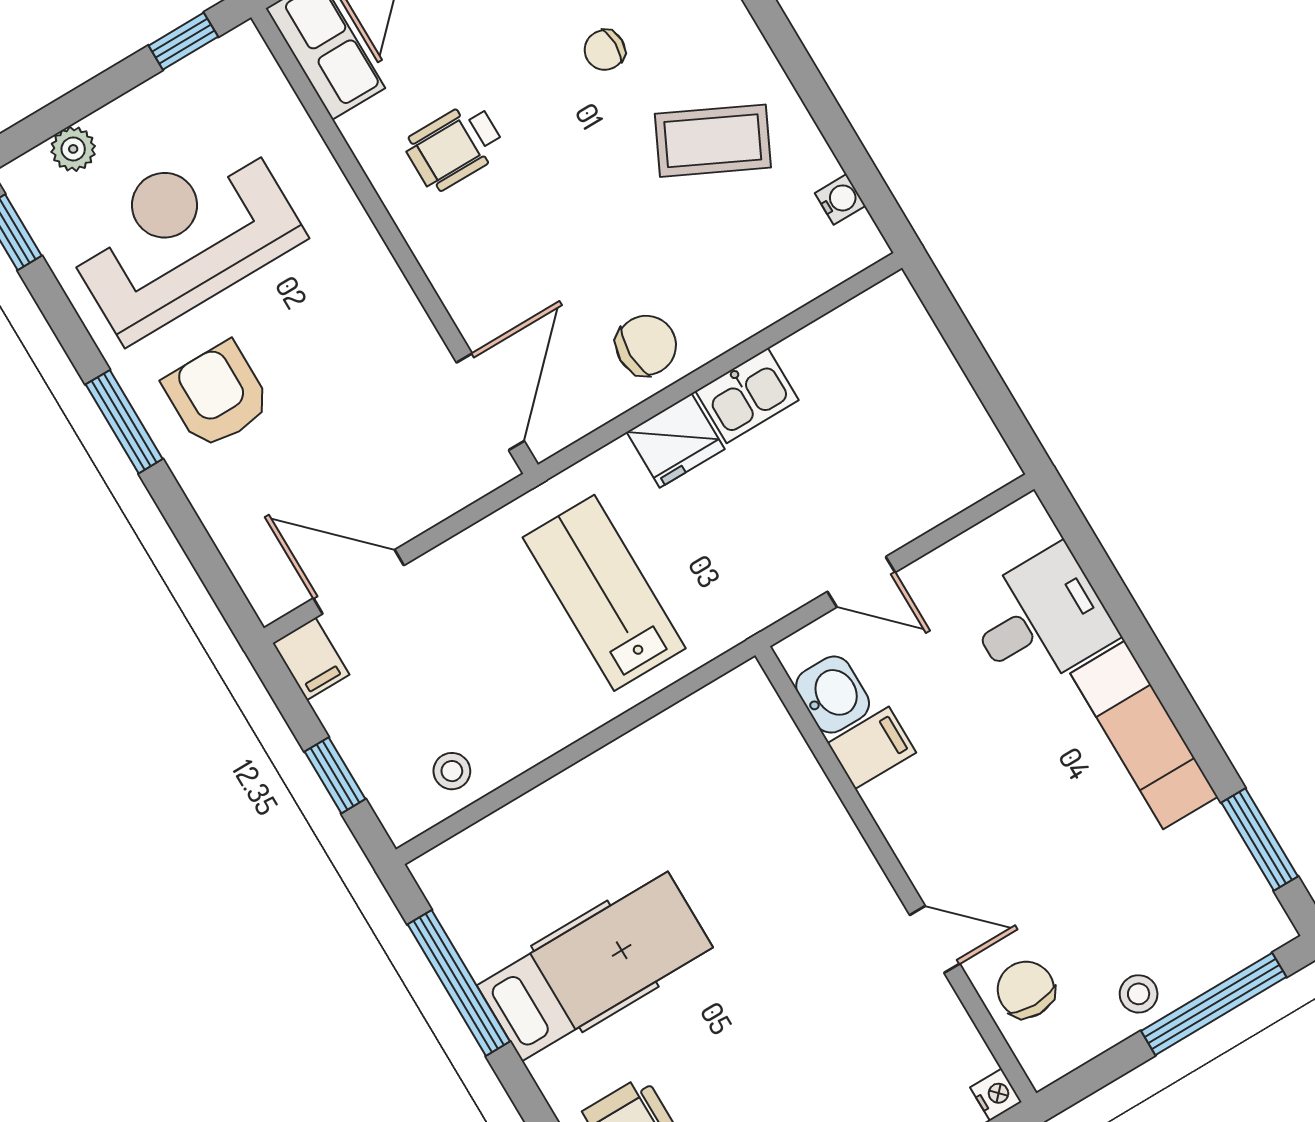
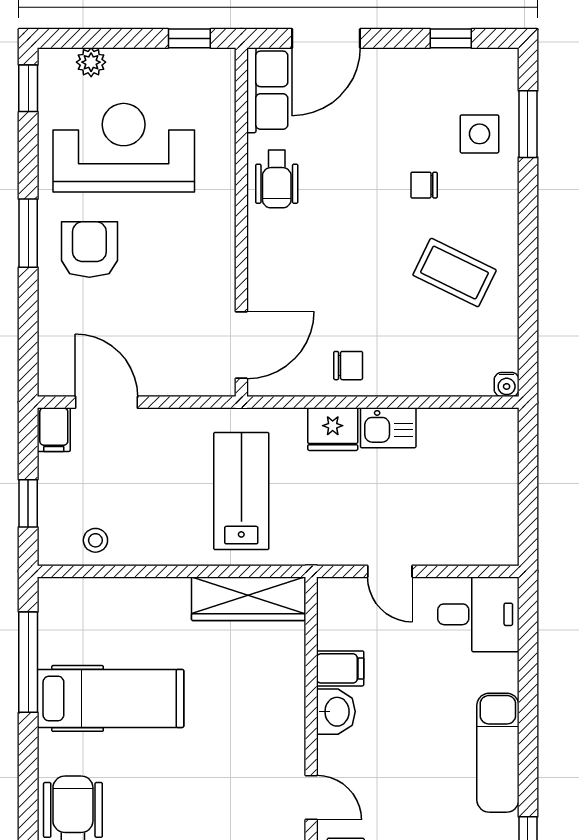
wheelchair: (454, 147) -> (277, 179), moved, turned -90
water cooler: (840, 199) -> (507, 384), moved, turned 90
chair: (646, 345) -> (348, 366), width x0.73, depth x0.73
desk: (1040, 619) -> (478, 614), moved
washbasin: (833, 695) -> (336, 712), moved
wardrobe: (697, 728) -> (248, 599), added

